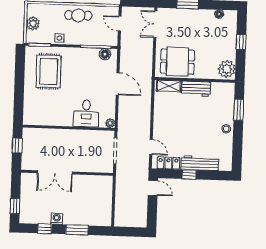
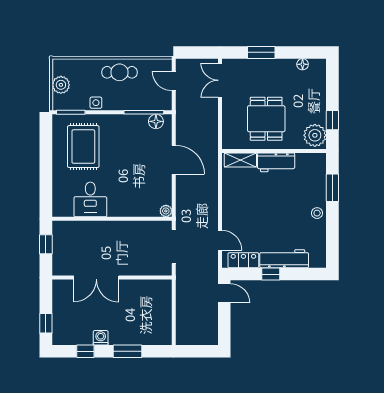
window: (241, 42) -> (332, 120), moved
dining table: (177, 62) -> (266, 119), moved, turned 90
desk: (86, 113) -> (90, 199), moved

